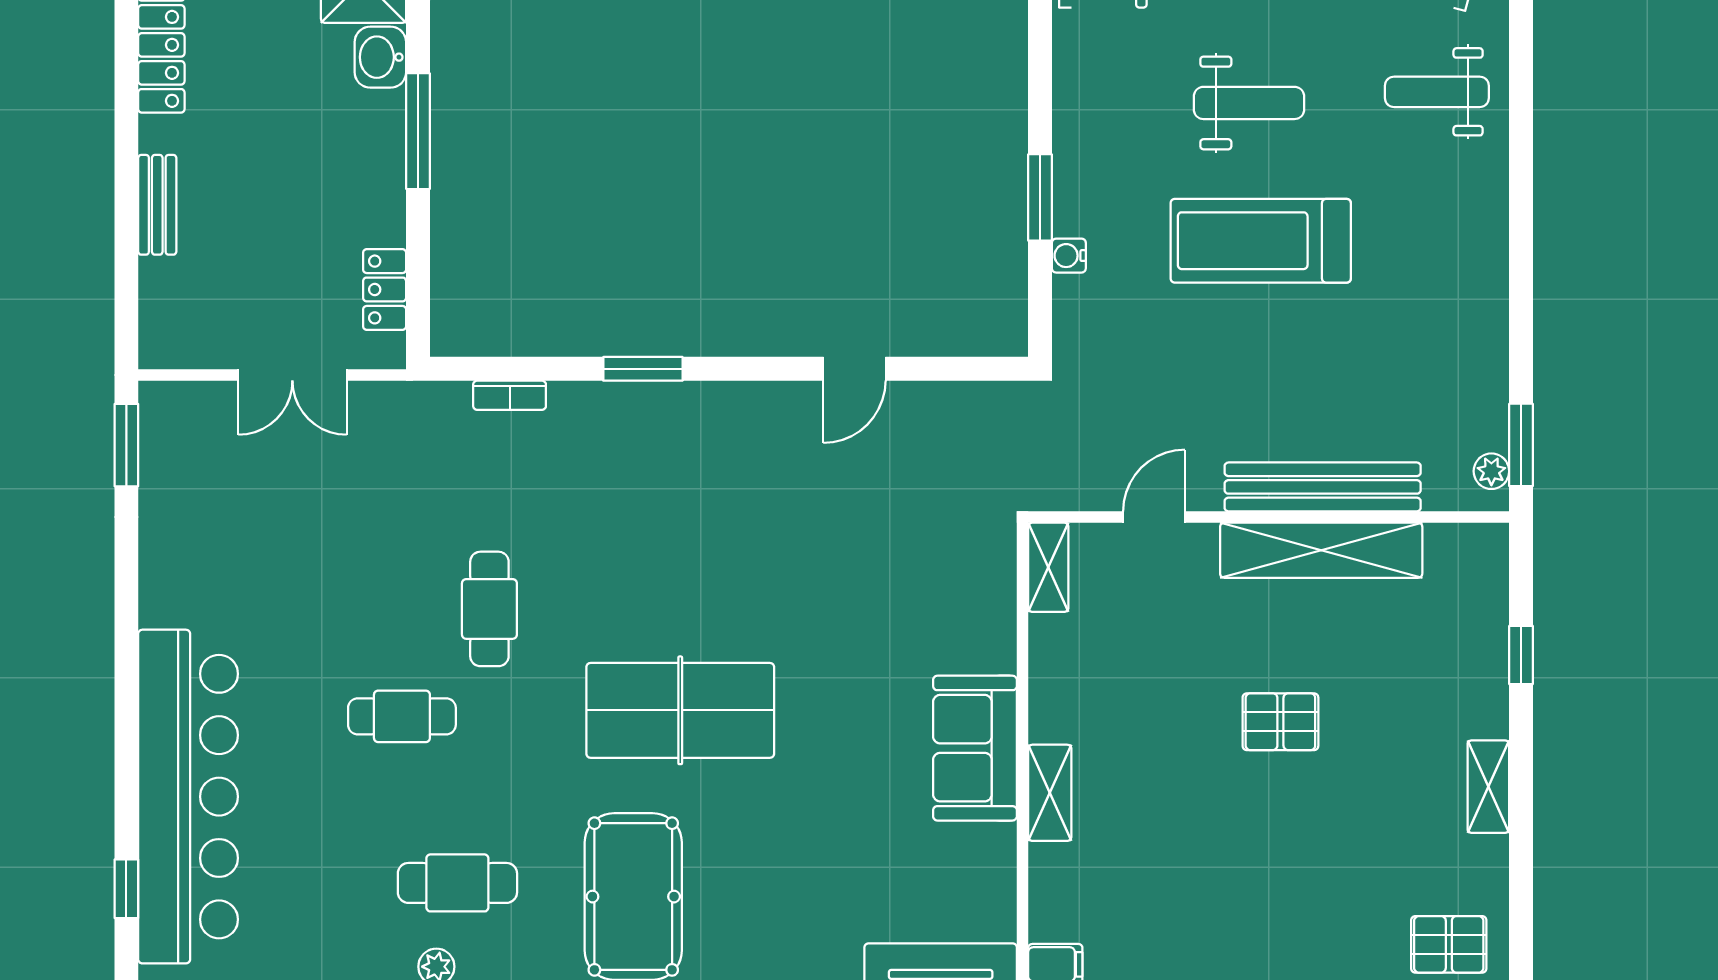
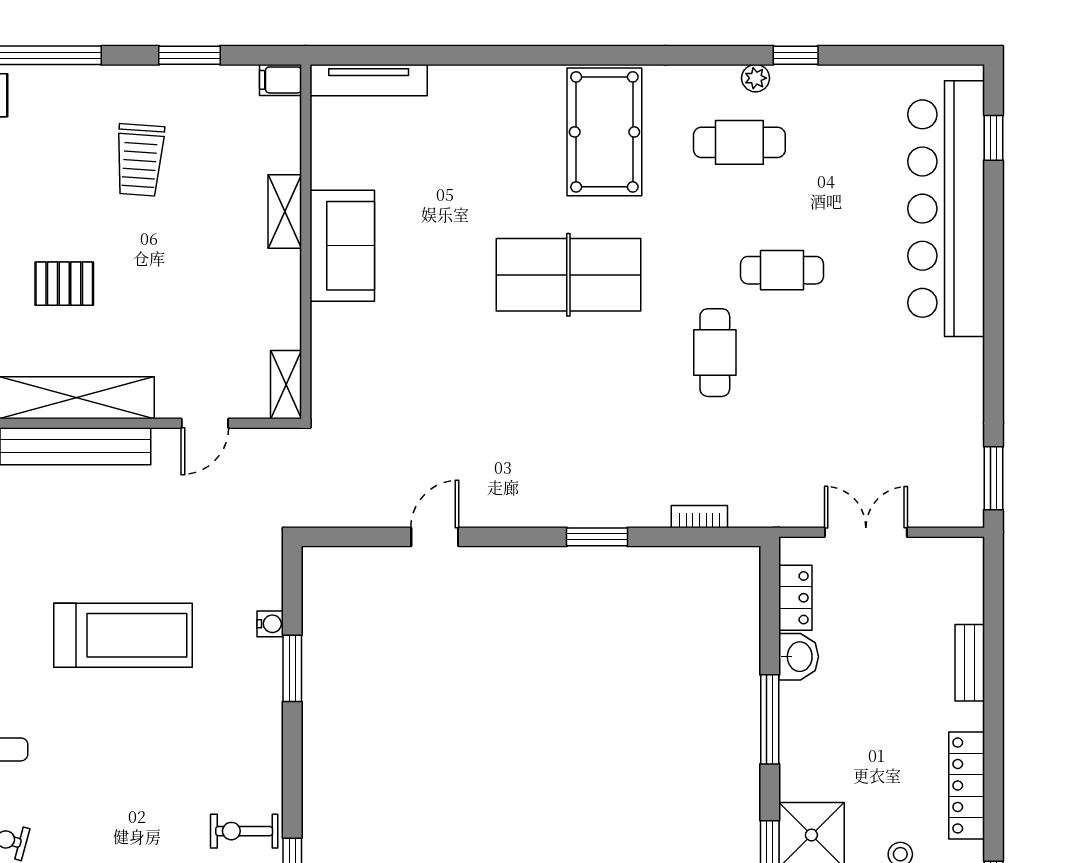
washbasin: (380, 57) -> (799, 657), moved
weight bench: (1249, 103) -> (132, 741), removed
pallet: (1280, 722) -> (64, 284), moved
trolley: (1239, 860) -> (140, 160), added

